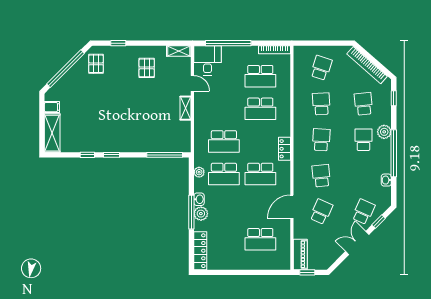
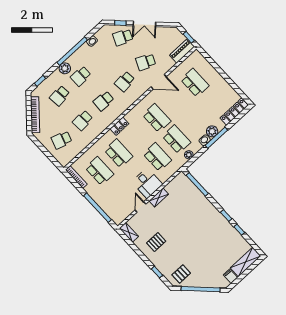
desk: (207, 60) -> (147, 183), moved, turned -90
locker: (285, 149) -> (119, 126), moved

